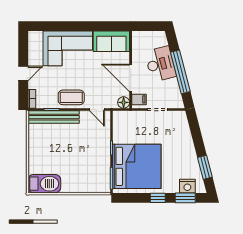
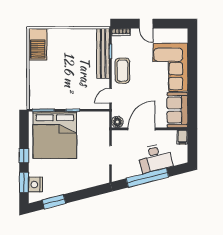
filing cabinet: (139, 99) -> (182, 137), moved

